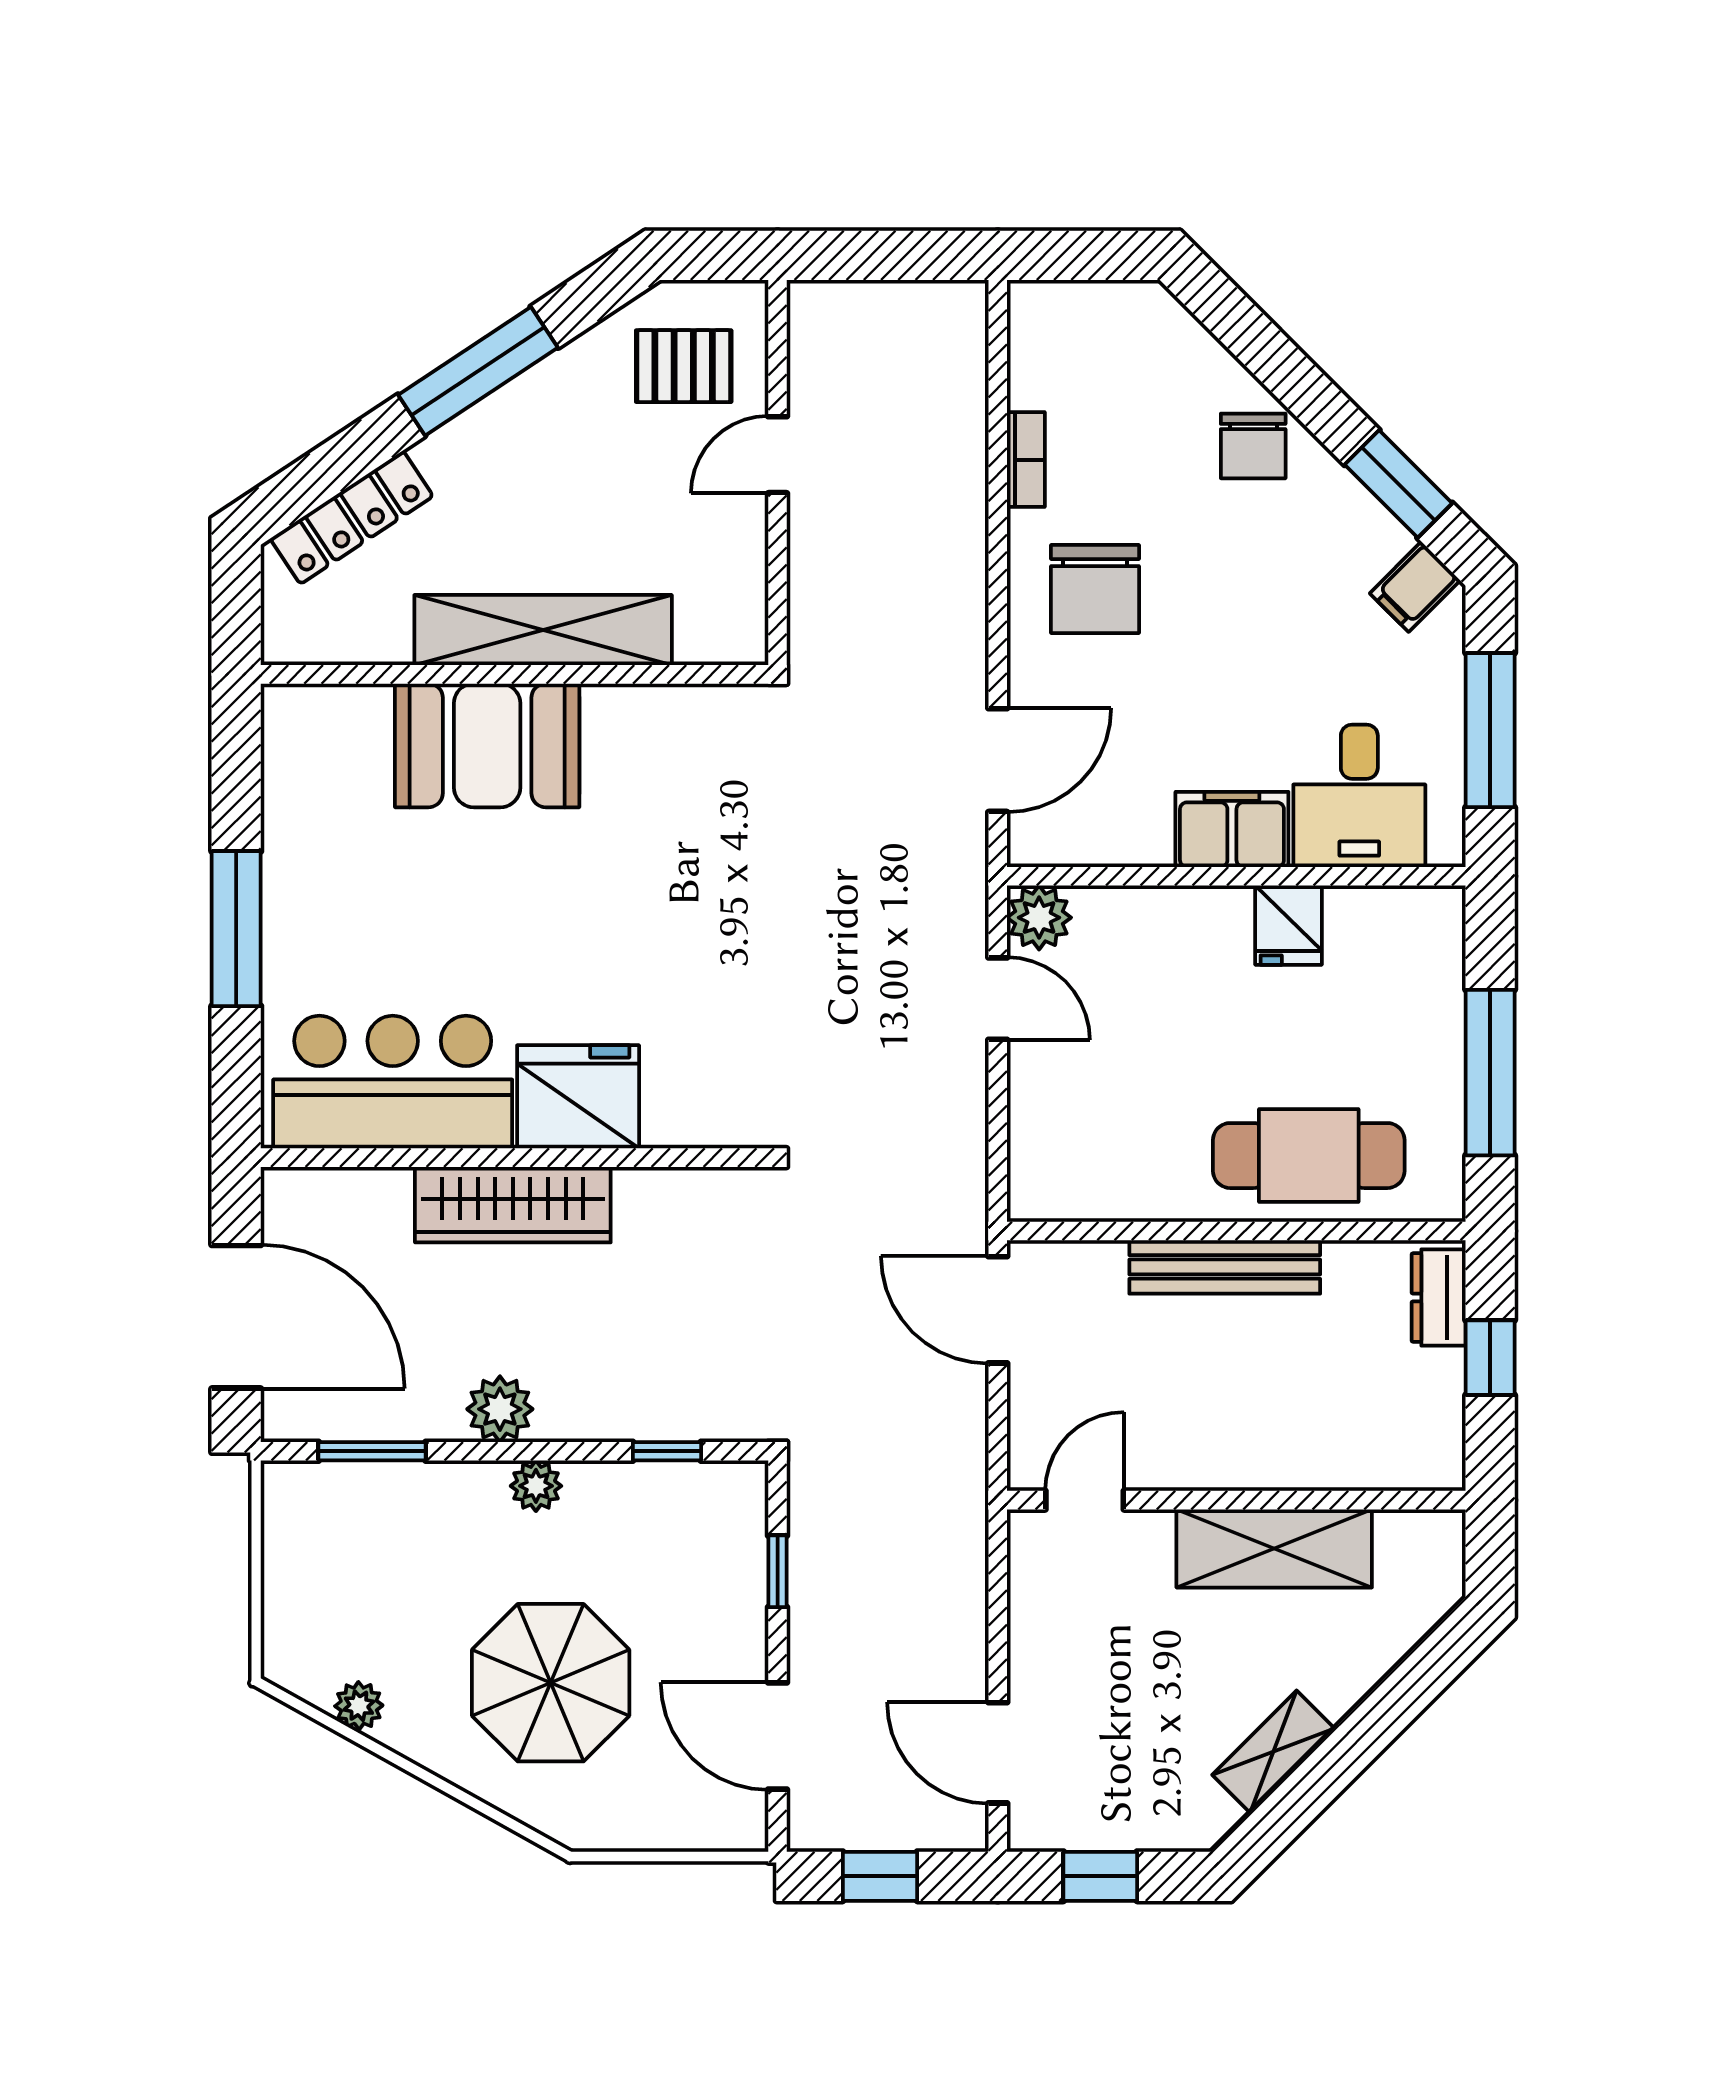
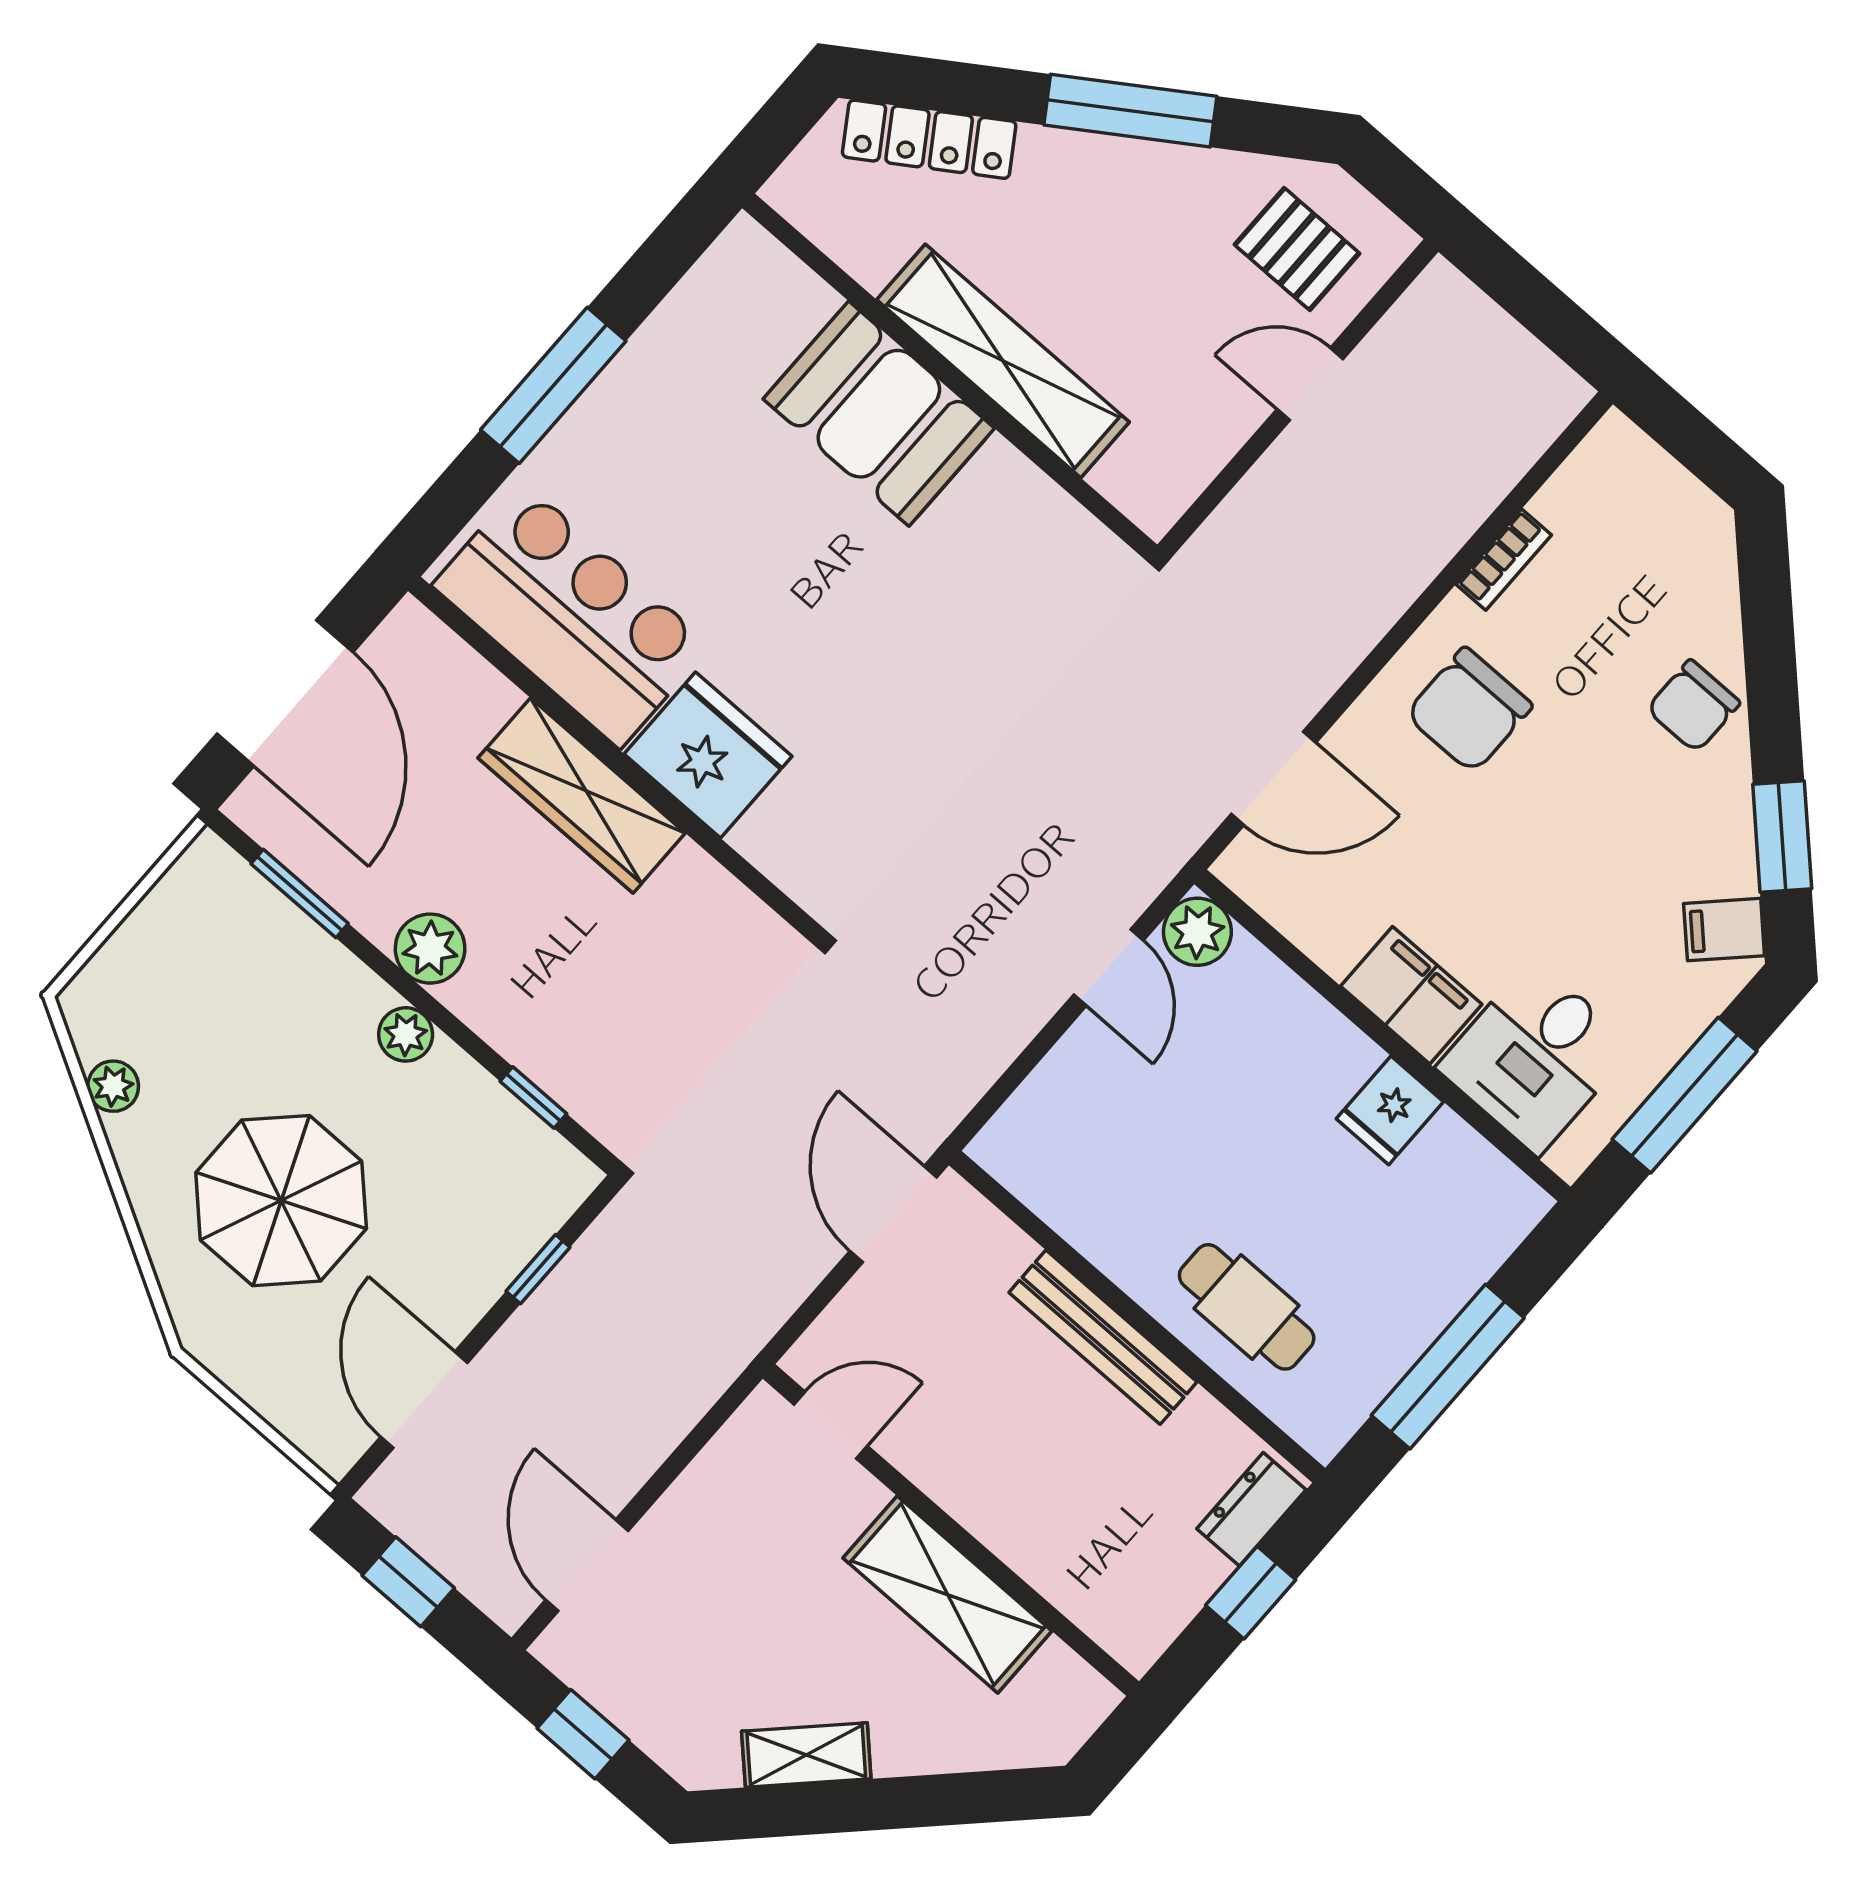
cafe table: (1309, 1156) -> (1247, 1307), width x0.73, depth x0.74

